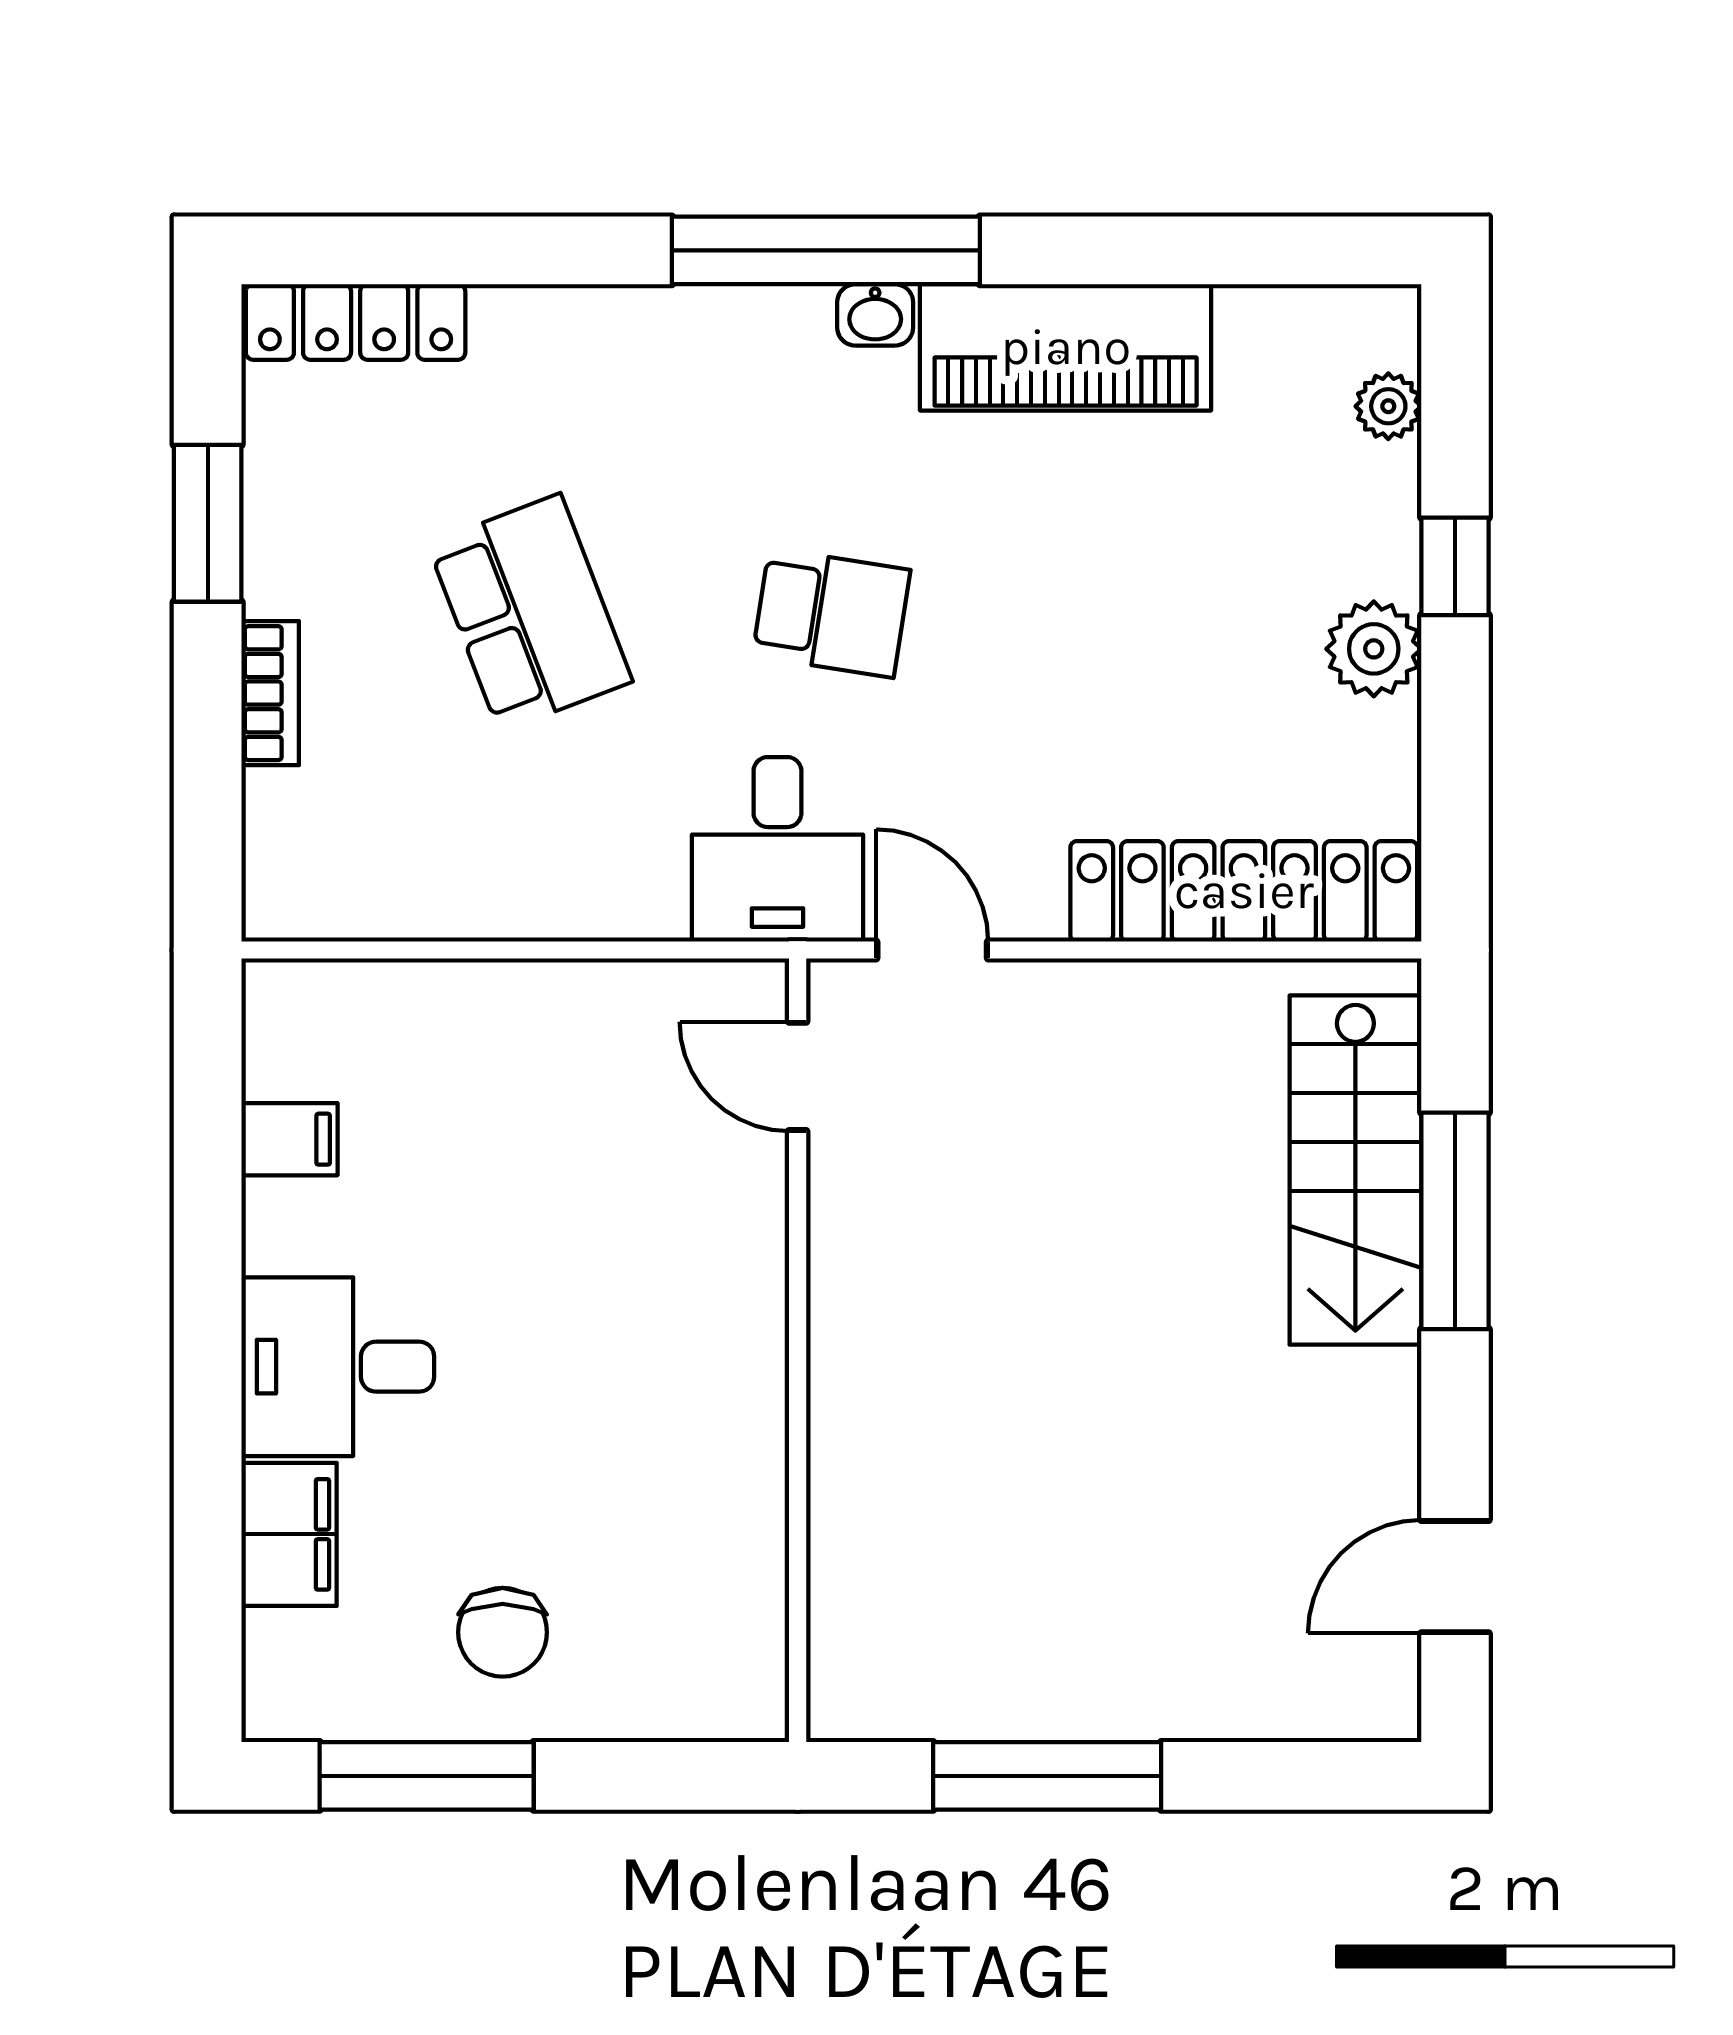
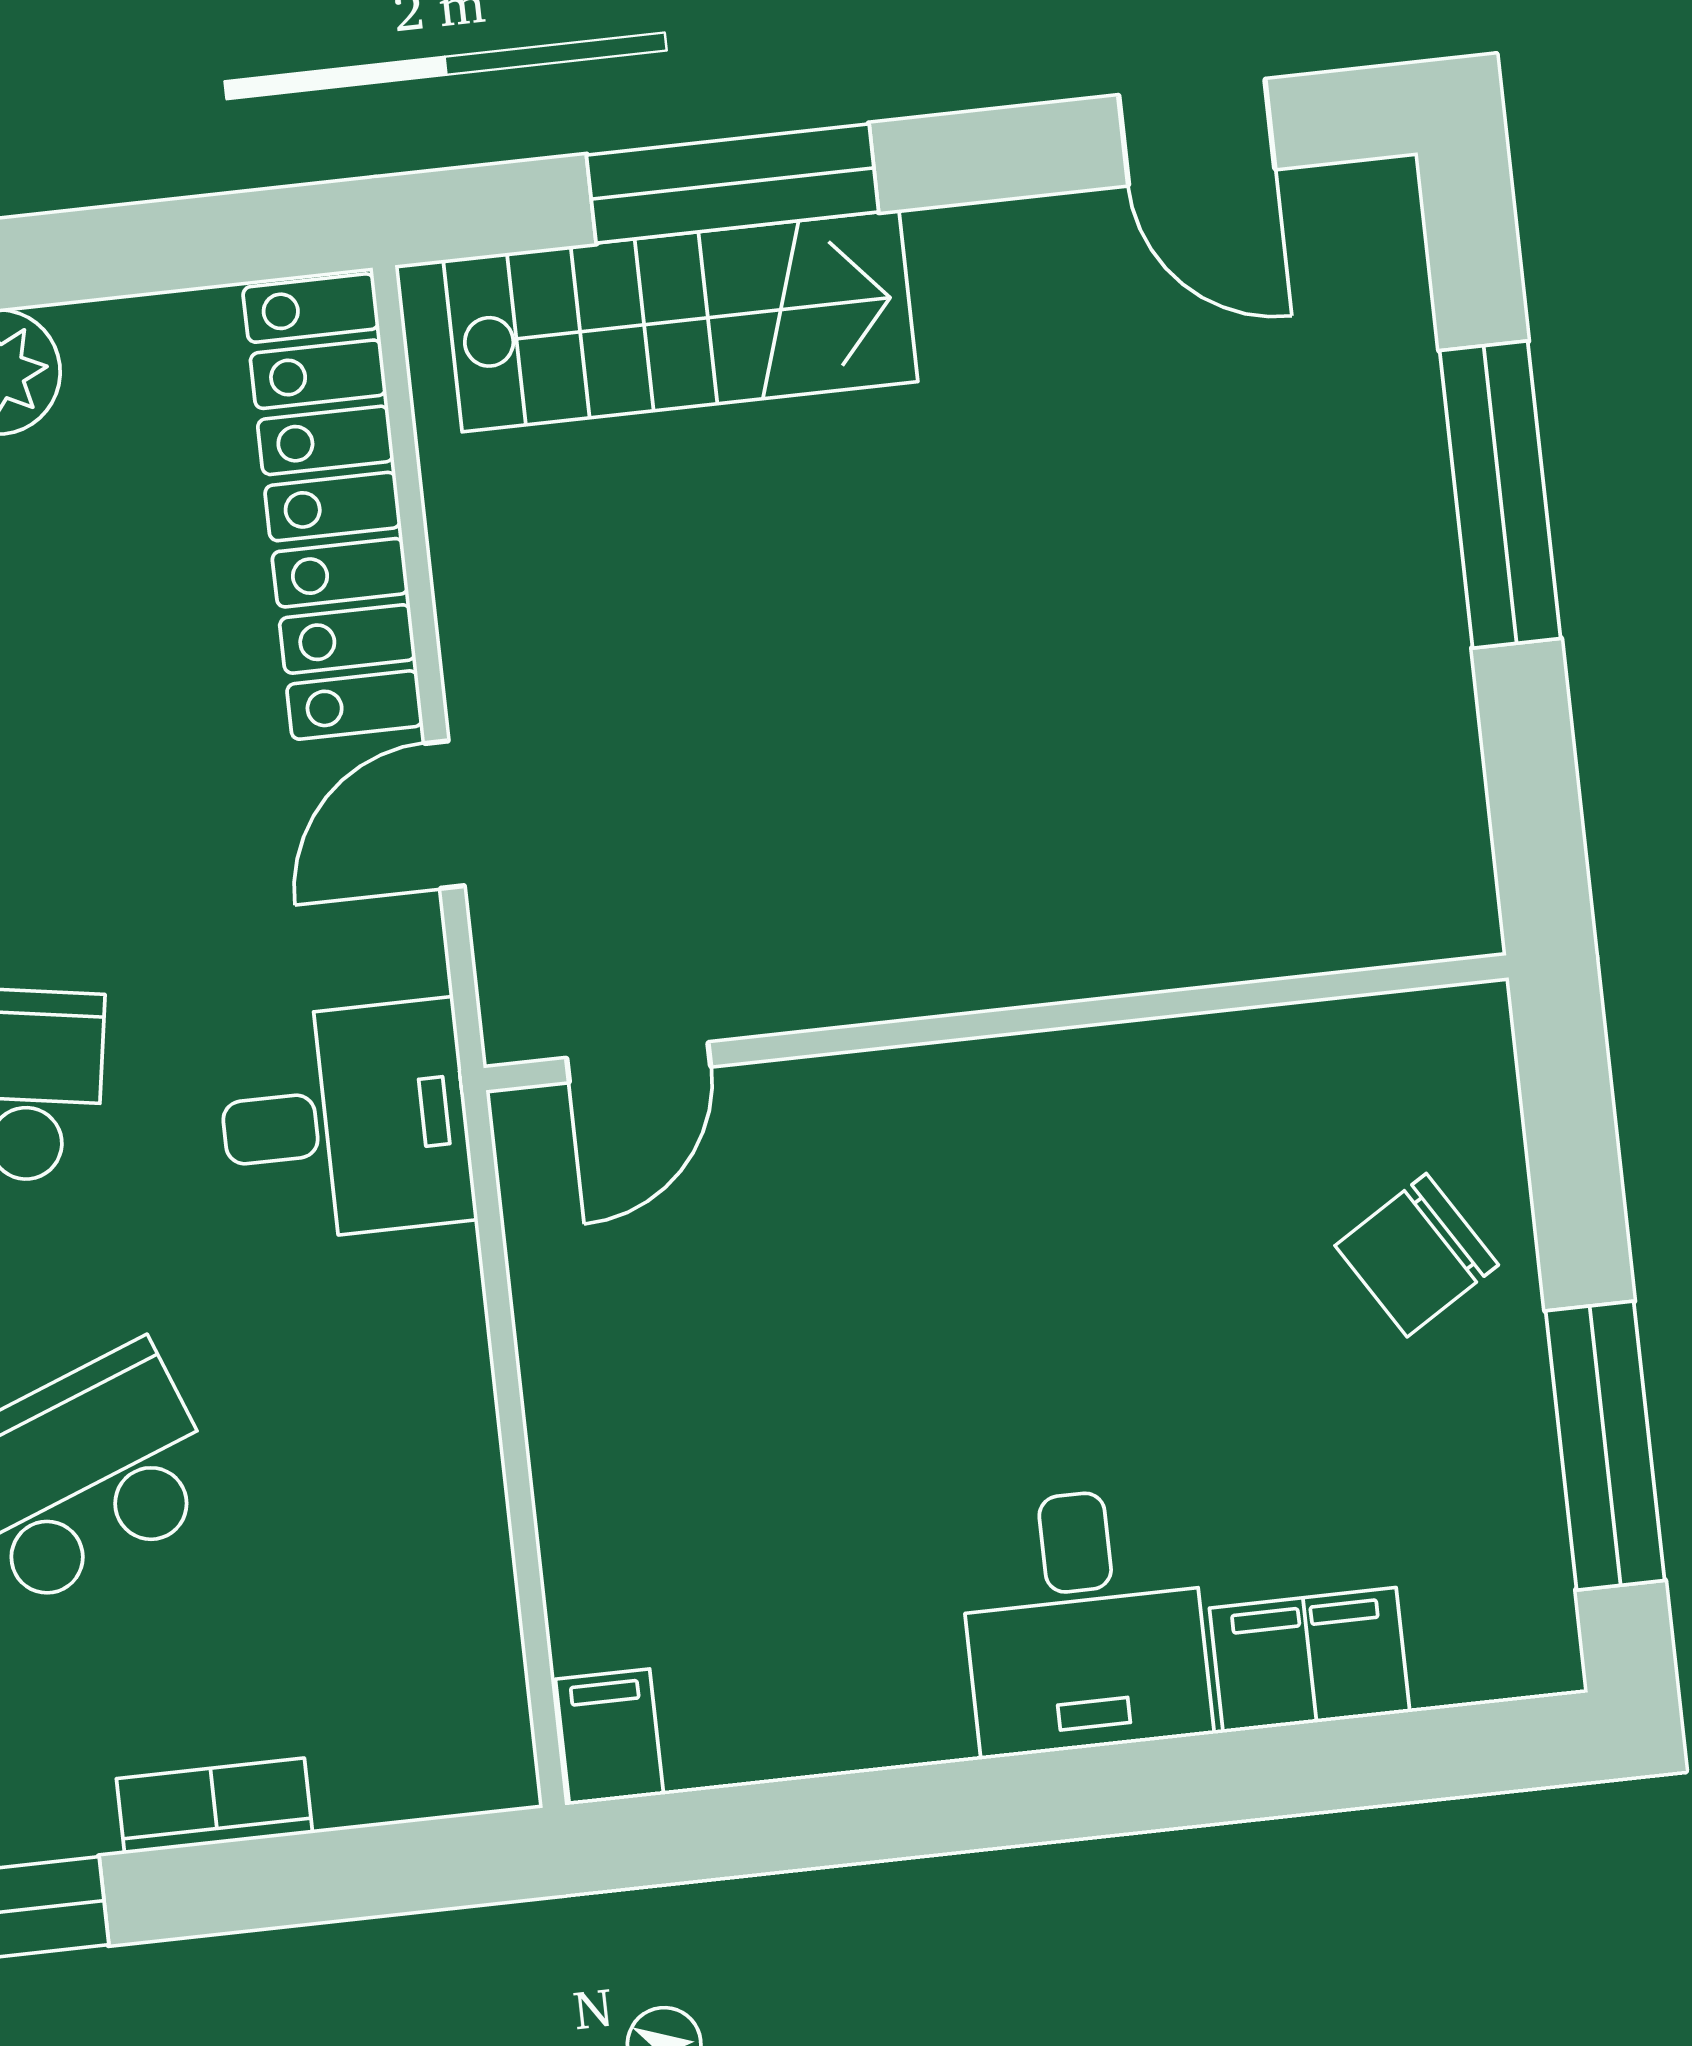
door: (932, 950) -> (444, 815), moved
filing cabinet: (289, 1139) -> (610, 1737), moved
chair: (503, 1632) -> (1417, 1255), moved, turned 148
window: (1047, 1776) -> (1500, 495), moved

